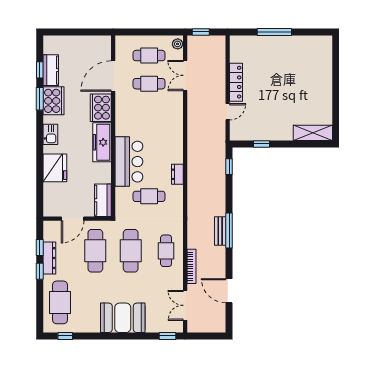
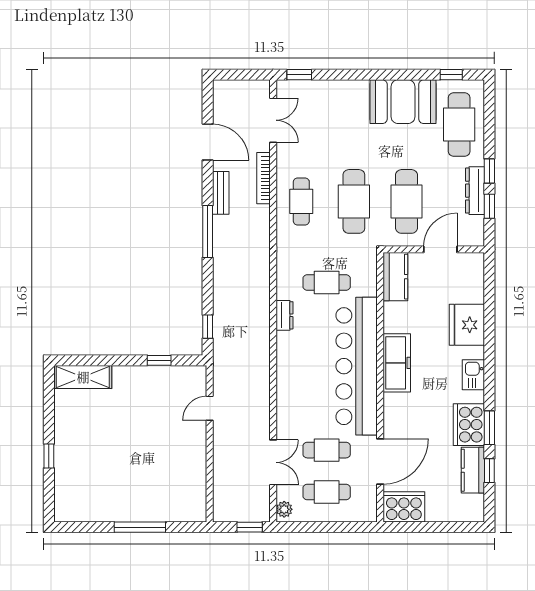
window: (336, 80) -> (49, 456), added
locker: (236, 82) -> (197, 452), removed
cooker: (101, 108) -> (404, 507), moved, turned -90
bar counter: (129, 162) -> (357, 366), width x1.86
bench: (220, 231) -> (221, 193), moved
booth: (123, 318) -> (403, 102), moved

